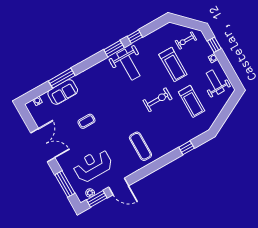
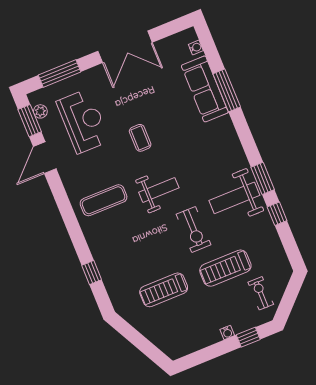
weight bench: (215, 82) -> (159, 190), moved
sofa: (63, 92) -> (205, 89), width x1.36
exercise bike: (158, 100) -> (194, 230), moved
coffee table: (86, 121) -> (140, 138), moved

